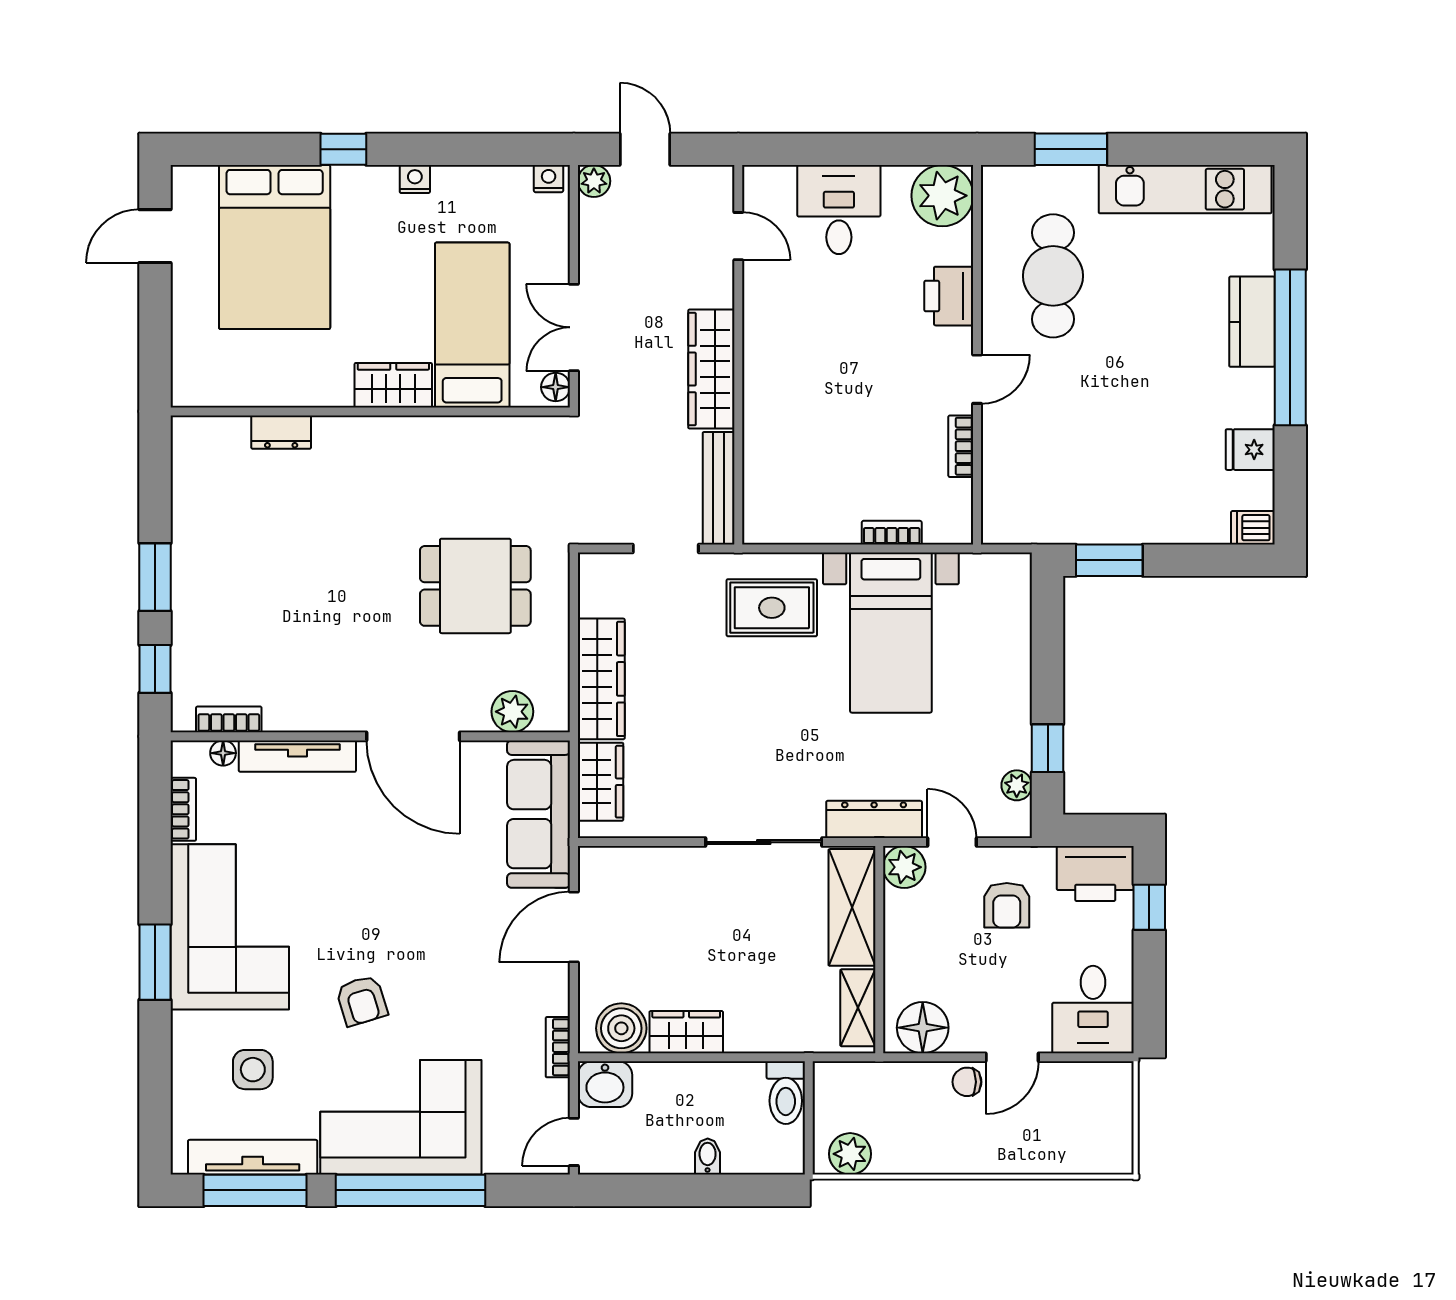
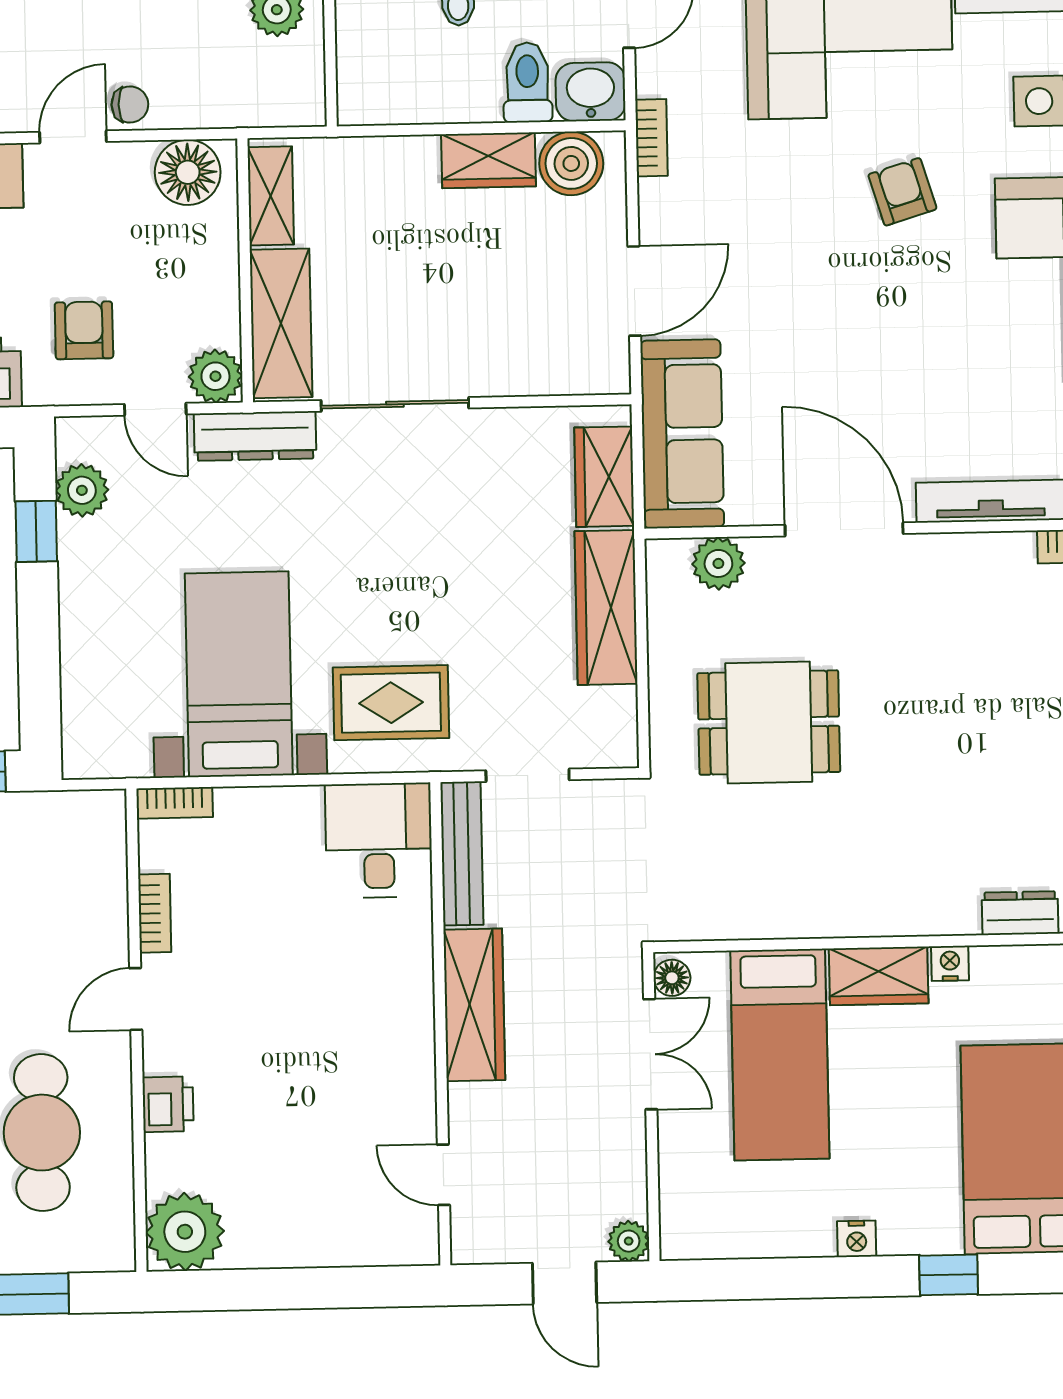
nightstand: (549, 179) -> (950, 963), moved, turned 180
desk: (839, 210) -> (379, 840), moved, turned 180
printer: (949, 296) -> (168, 1104), width x0.73, depth x0.81
bookcase: (892, 533) -> (175, 803), moved
plant: (1017, 785) -> (82, 490), width x1.38, depth x1.38
toilet: (786, 1093) -> (527, 82), moved

